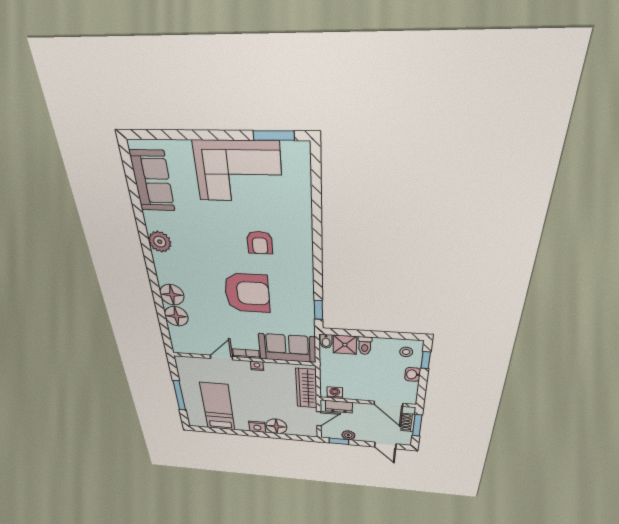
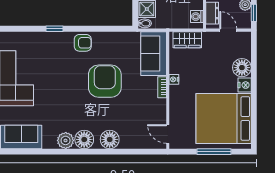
armchair: (260, 243) -> (83, 43), moved
window: (318, 310) -> (54, 29), moved
floor lamp: (176, 316) -> (84, 139), moved
door: (221, 357) -> (168, 134), moved
wardrobe: (306, 388) -> (187, 40), width x0.67
bed: (218, 407) -> (224, 119), width x2.04

